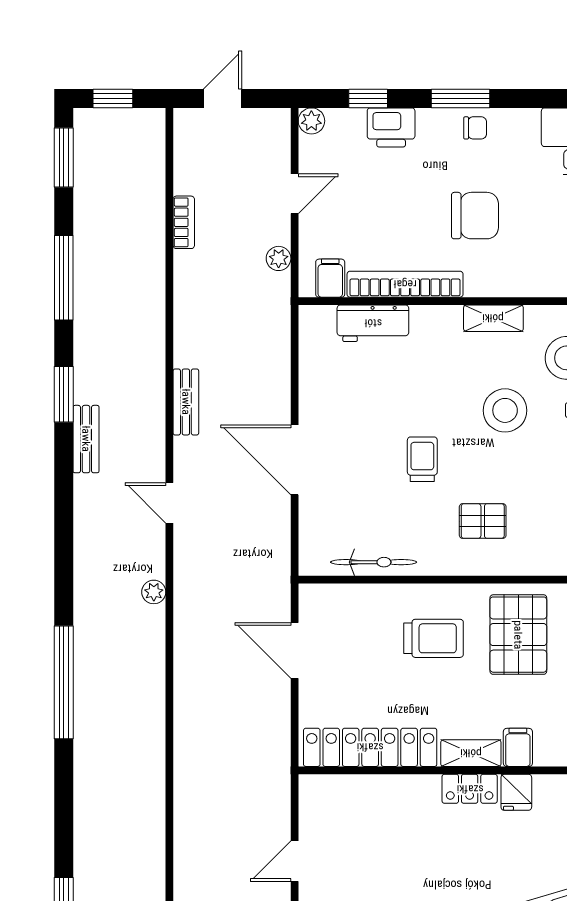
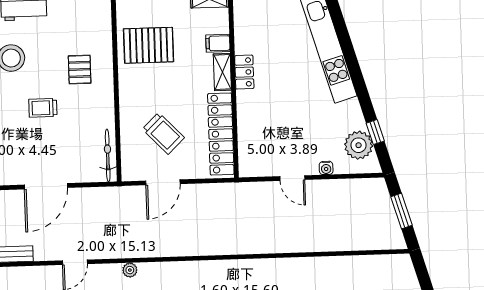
bicycle: (374, 562) -> (108, 155), moved
trolley: (433, 638) -> (163, 133), moved, turned 136
fridge: (516, 792) -> (245, 43), removed

